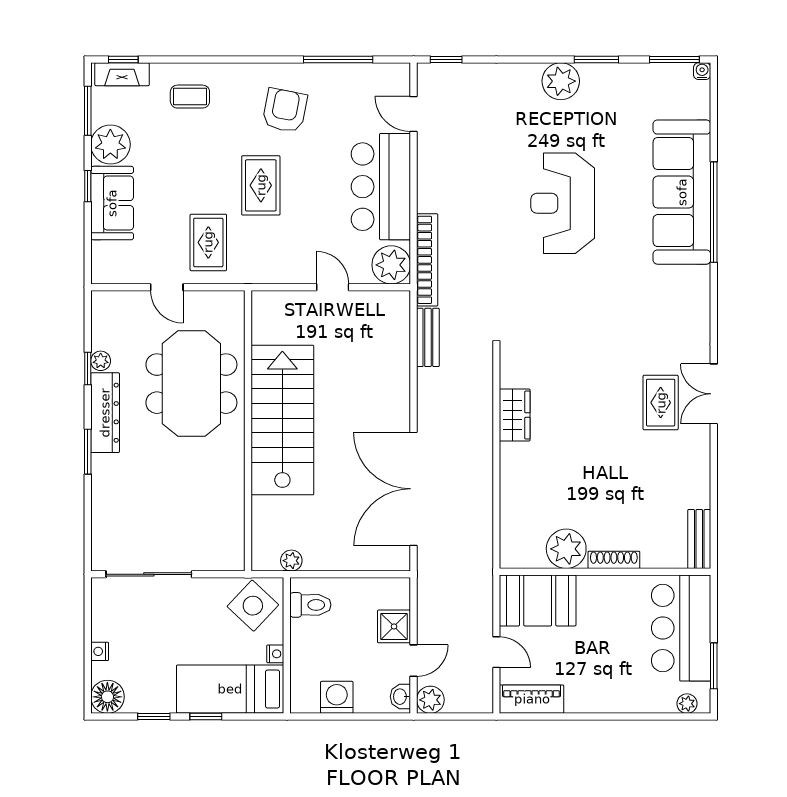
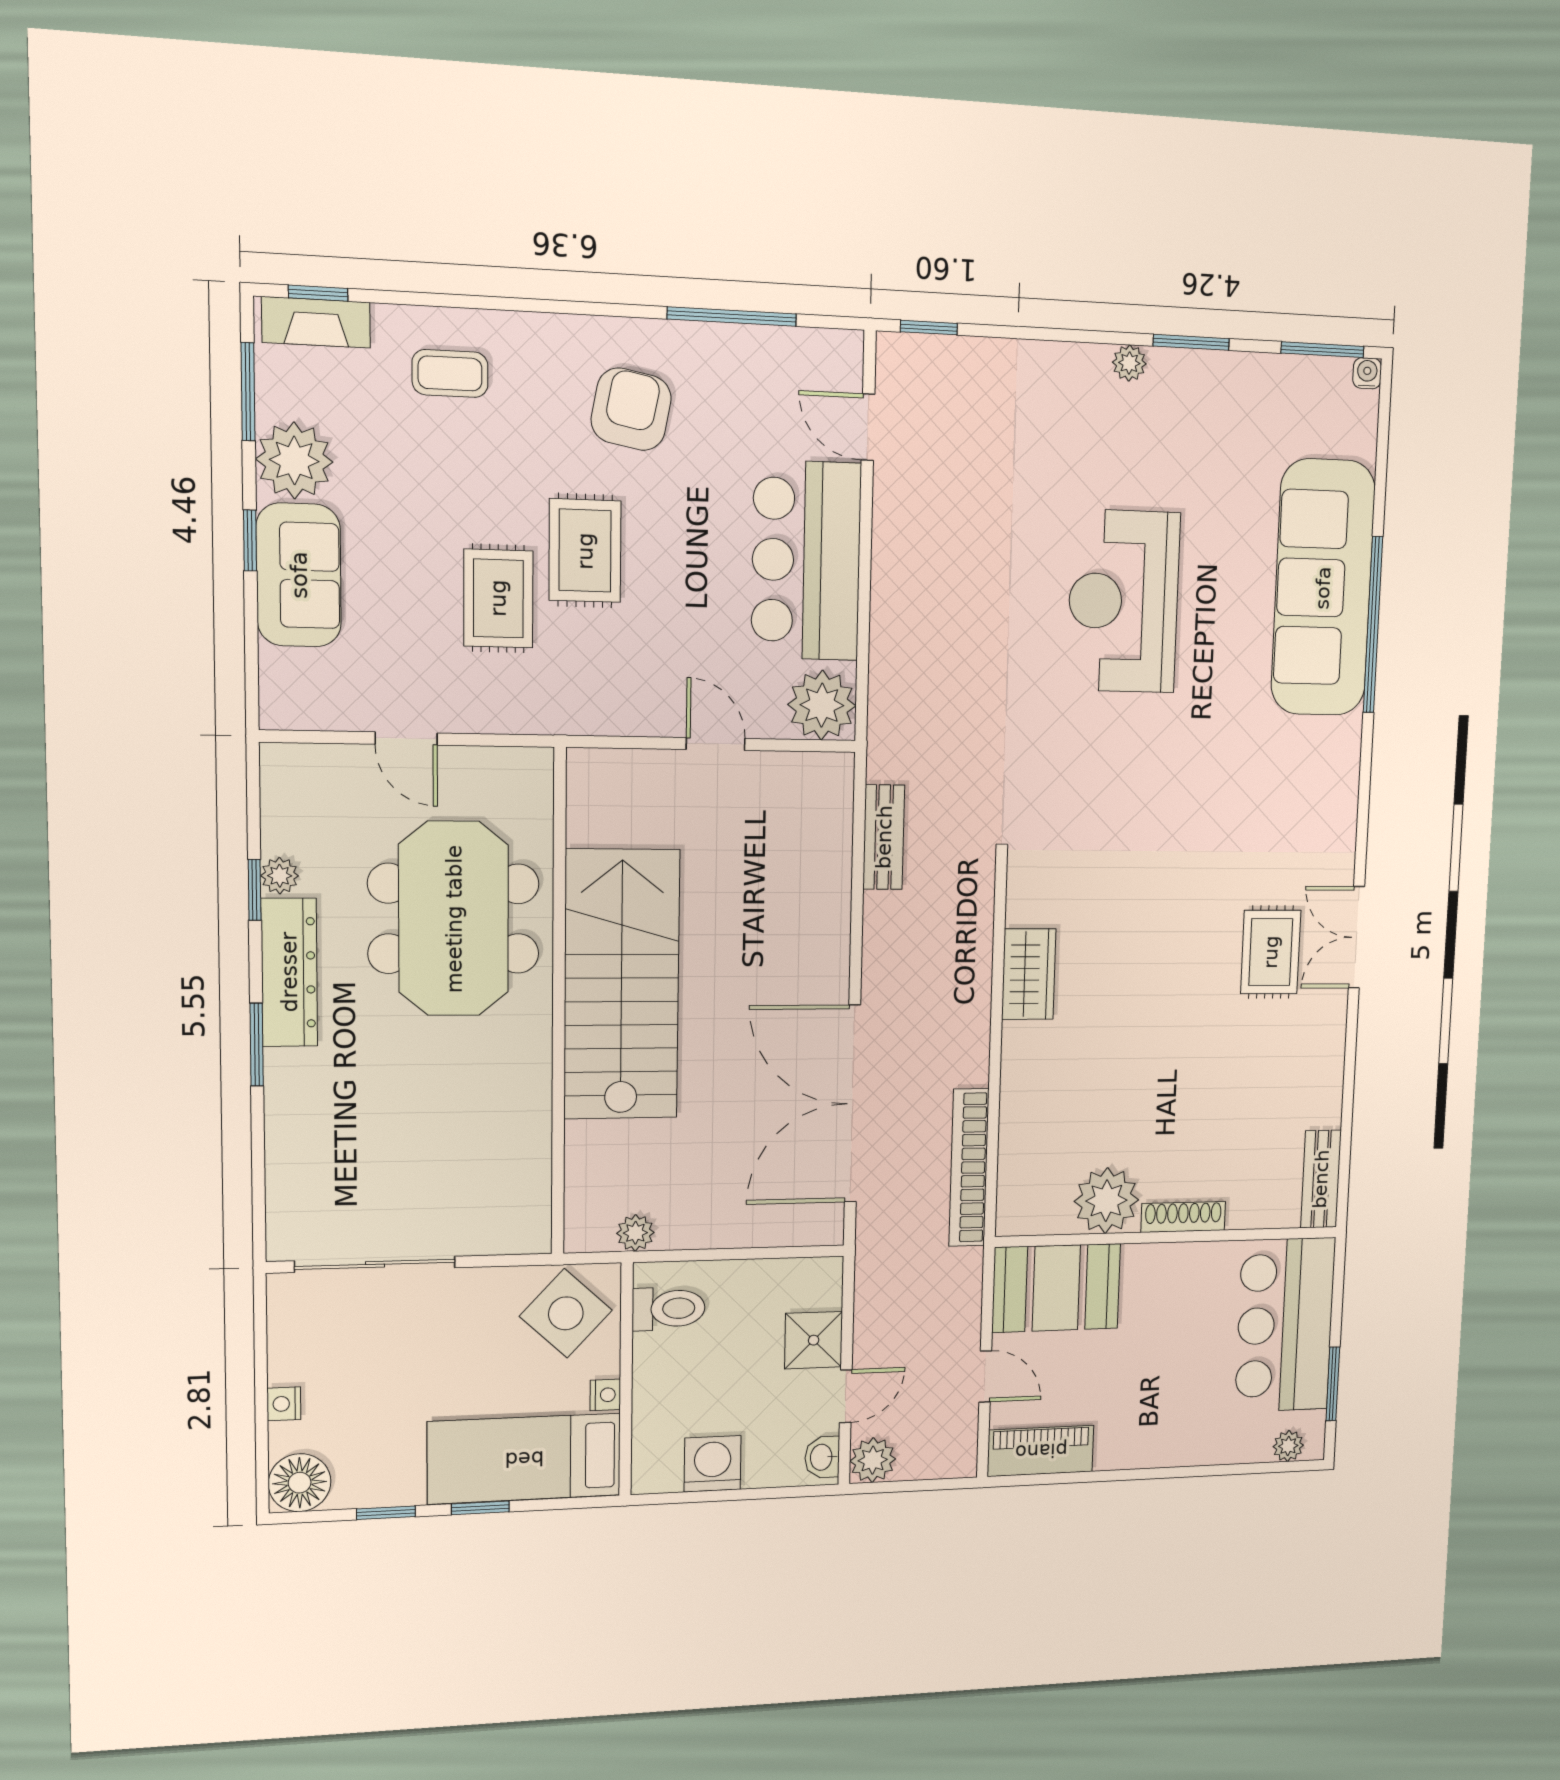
plant: (561, 81) -> (1129, 363), width x0.53, depth x0.53
rug: (208, 242) -> (498, 598), moved
bookcase: (427, 260) -> (969, 1168), moved, turned 180

